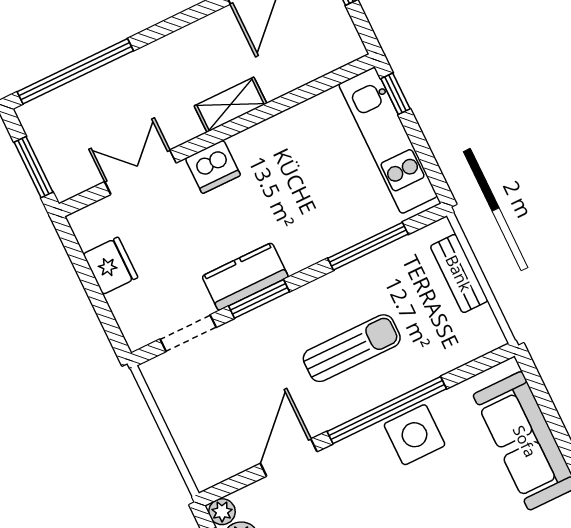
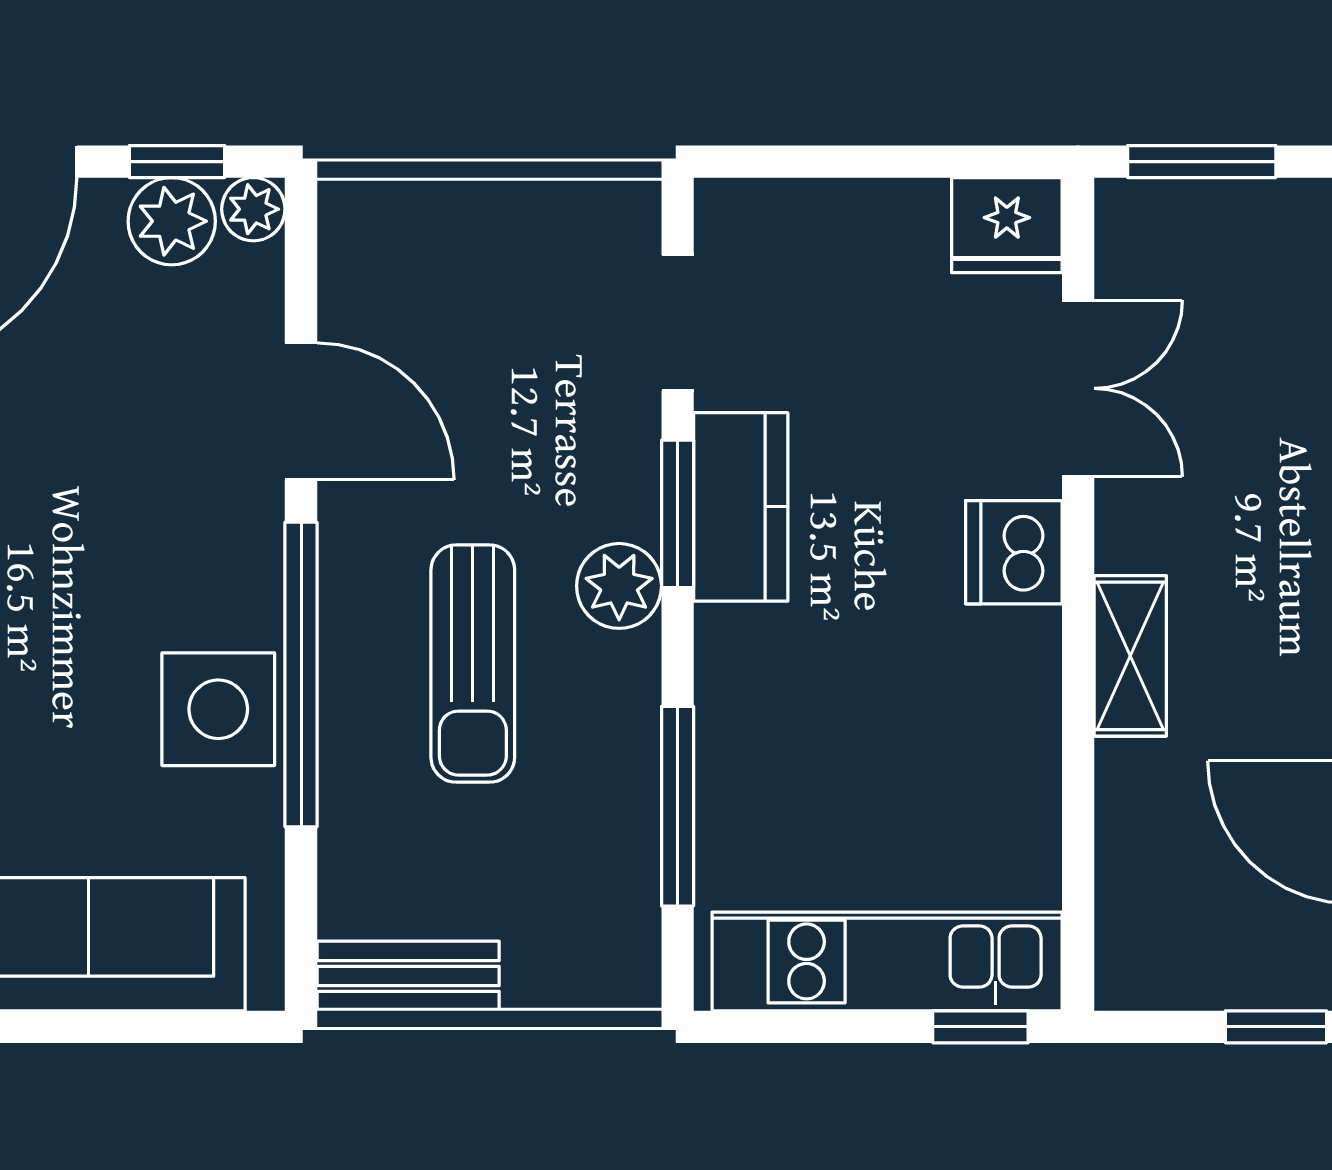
fridge: (110, 266) -> (1007, 225), moved
bench: (459, 273) -> (408, 976), moved
plant: (296, 308) -> (619, 586), added

